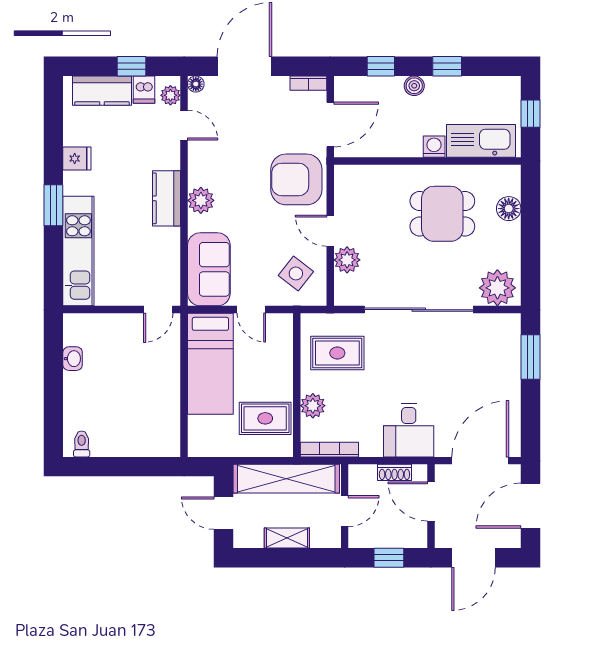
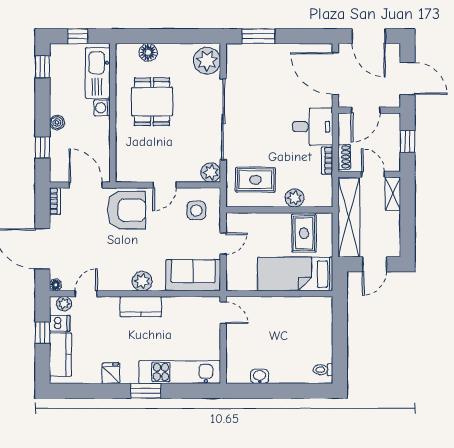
window: (447, 66) -> (42, 67), moved
armchair: (296, 179) -> (126, 210), turned -90
plant: (347, 260) -> (211, 172), moved
side table: (296, 273) -> (196, 210), turned -38
rug: (337, 353) -> (255, 180), turned 90
bed: (210, 364) -> (295, 274), moved, turned 180
bookcase: (329, 450) -> (327, 160), moved, width x0.64
shoe rack: (394, 472) -> (344, 157), moved
shelving: (287, 538) -> (393, 194), moved

